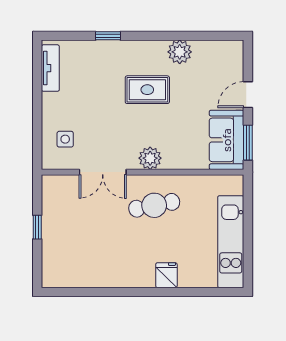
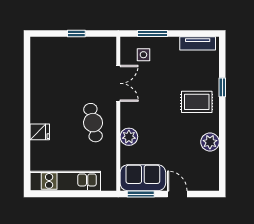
rug: (147, 90) -> (197, 102), moved, turned 90
window: (37, 127) -> (153, 33), added
plant: (150, 158) -> (129, 137), moved
double door: (103, 172) -> (118, 83), swing flipped

